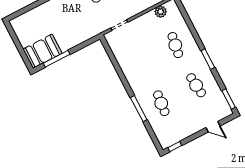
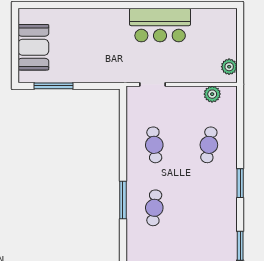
booth: (42, 51) -> (33, 47), moved, turned 90
cafe table: (196, 85) -> (154, 145), moved

